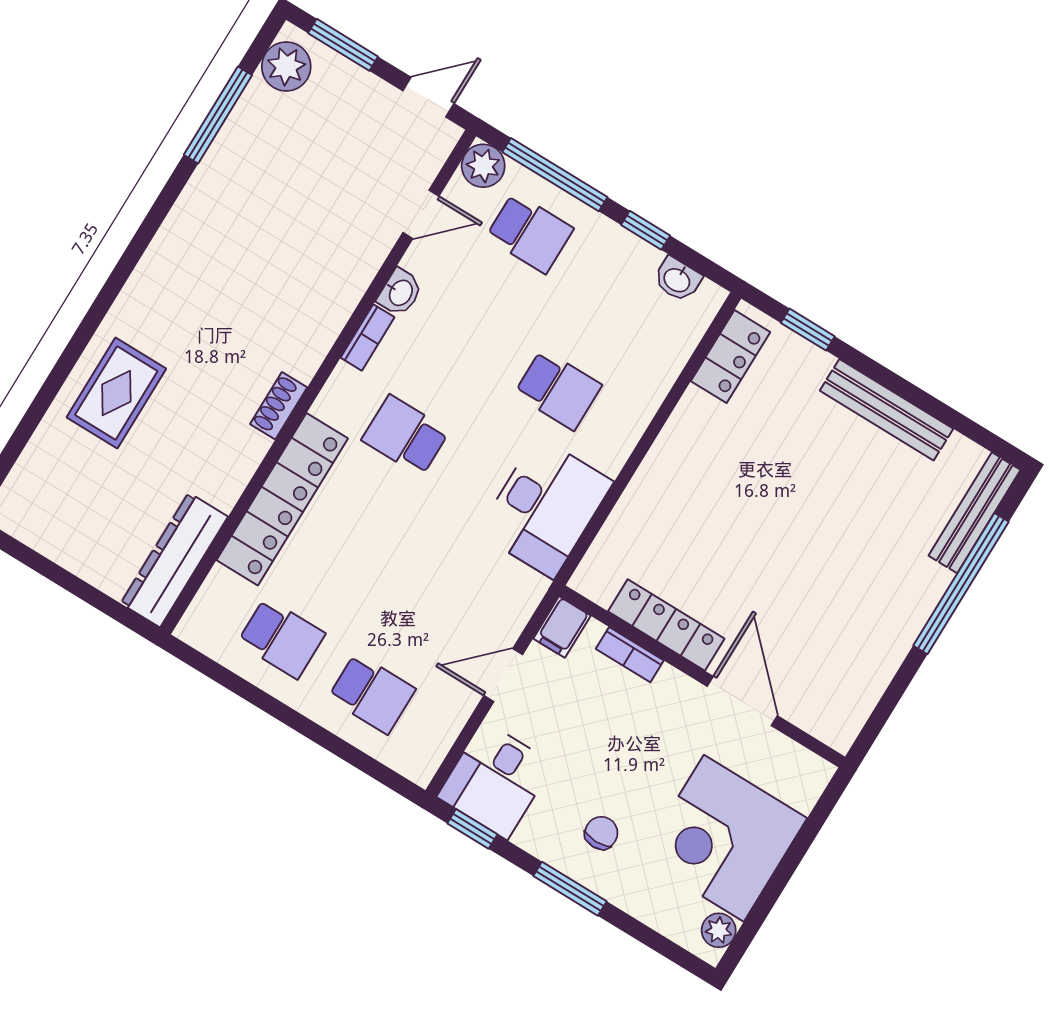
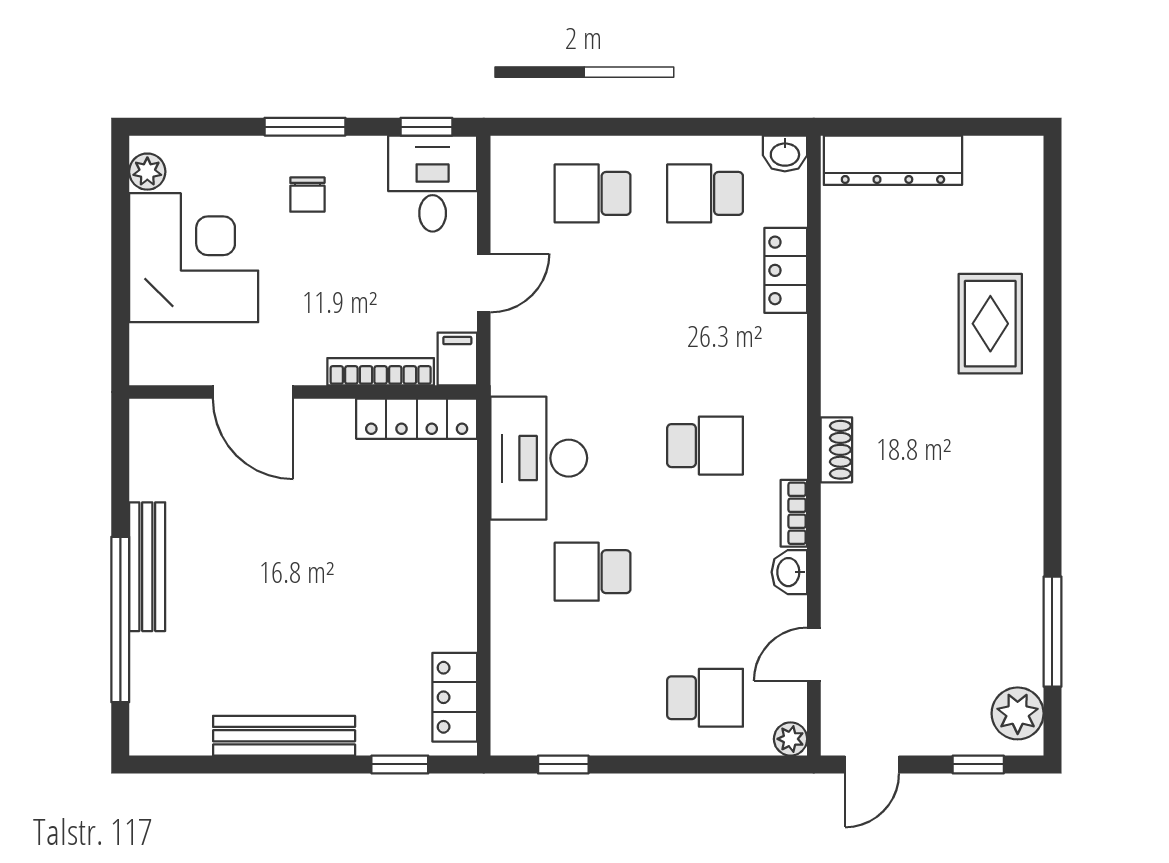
window: (343, 45) -> (978, 764), width x0.67
plant: (483, 166) -> (791, 739), width x0.73, depth x0.73
window: (555, 175) -> (714, 764), removed
window: (646, 230) -> (563, 764), moved
school desk: (530, 233) -> (705, 698), turned 180
washbasin: (677, 279) -> (785, 154), moved, turned 180
shoe rack: (279, 406) -> (836, 450), moved
locker: (282, 499) -> (786, 270), width x0.46, depth x0.83
bench: (975, 513) -> (147, 567), moved
dresser: (174, 560) -> (893, 160), moved, turned 90
locker: (666, 625) -> (417, 419), moved
bookcase: (630, 655) -> (381, 372), width x1.56

